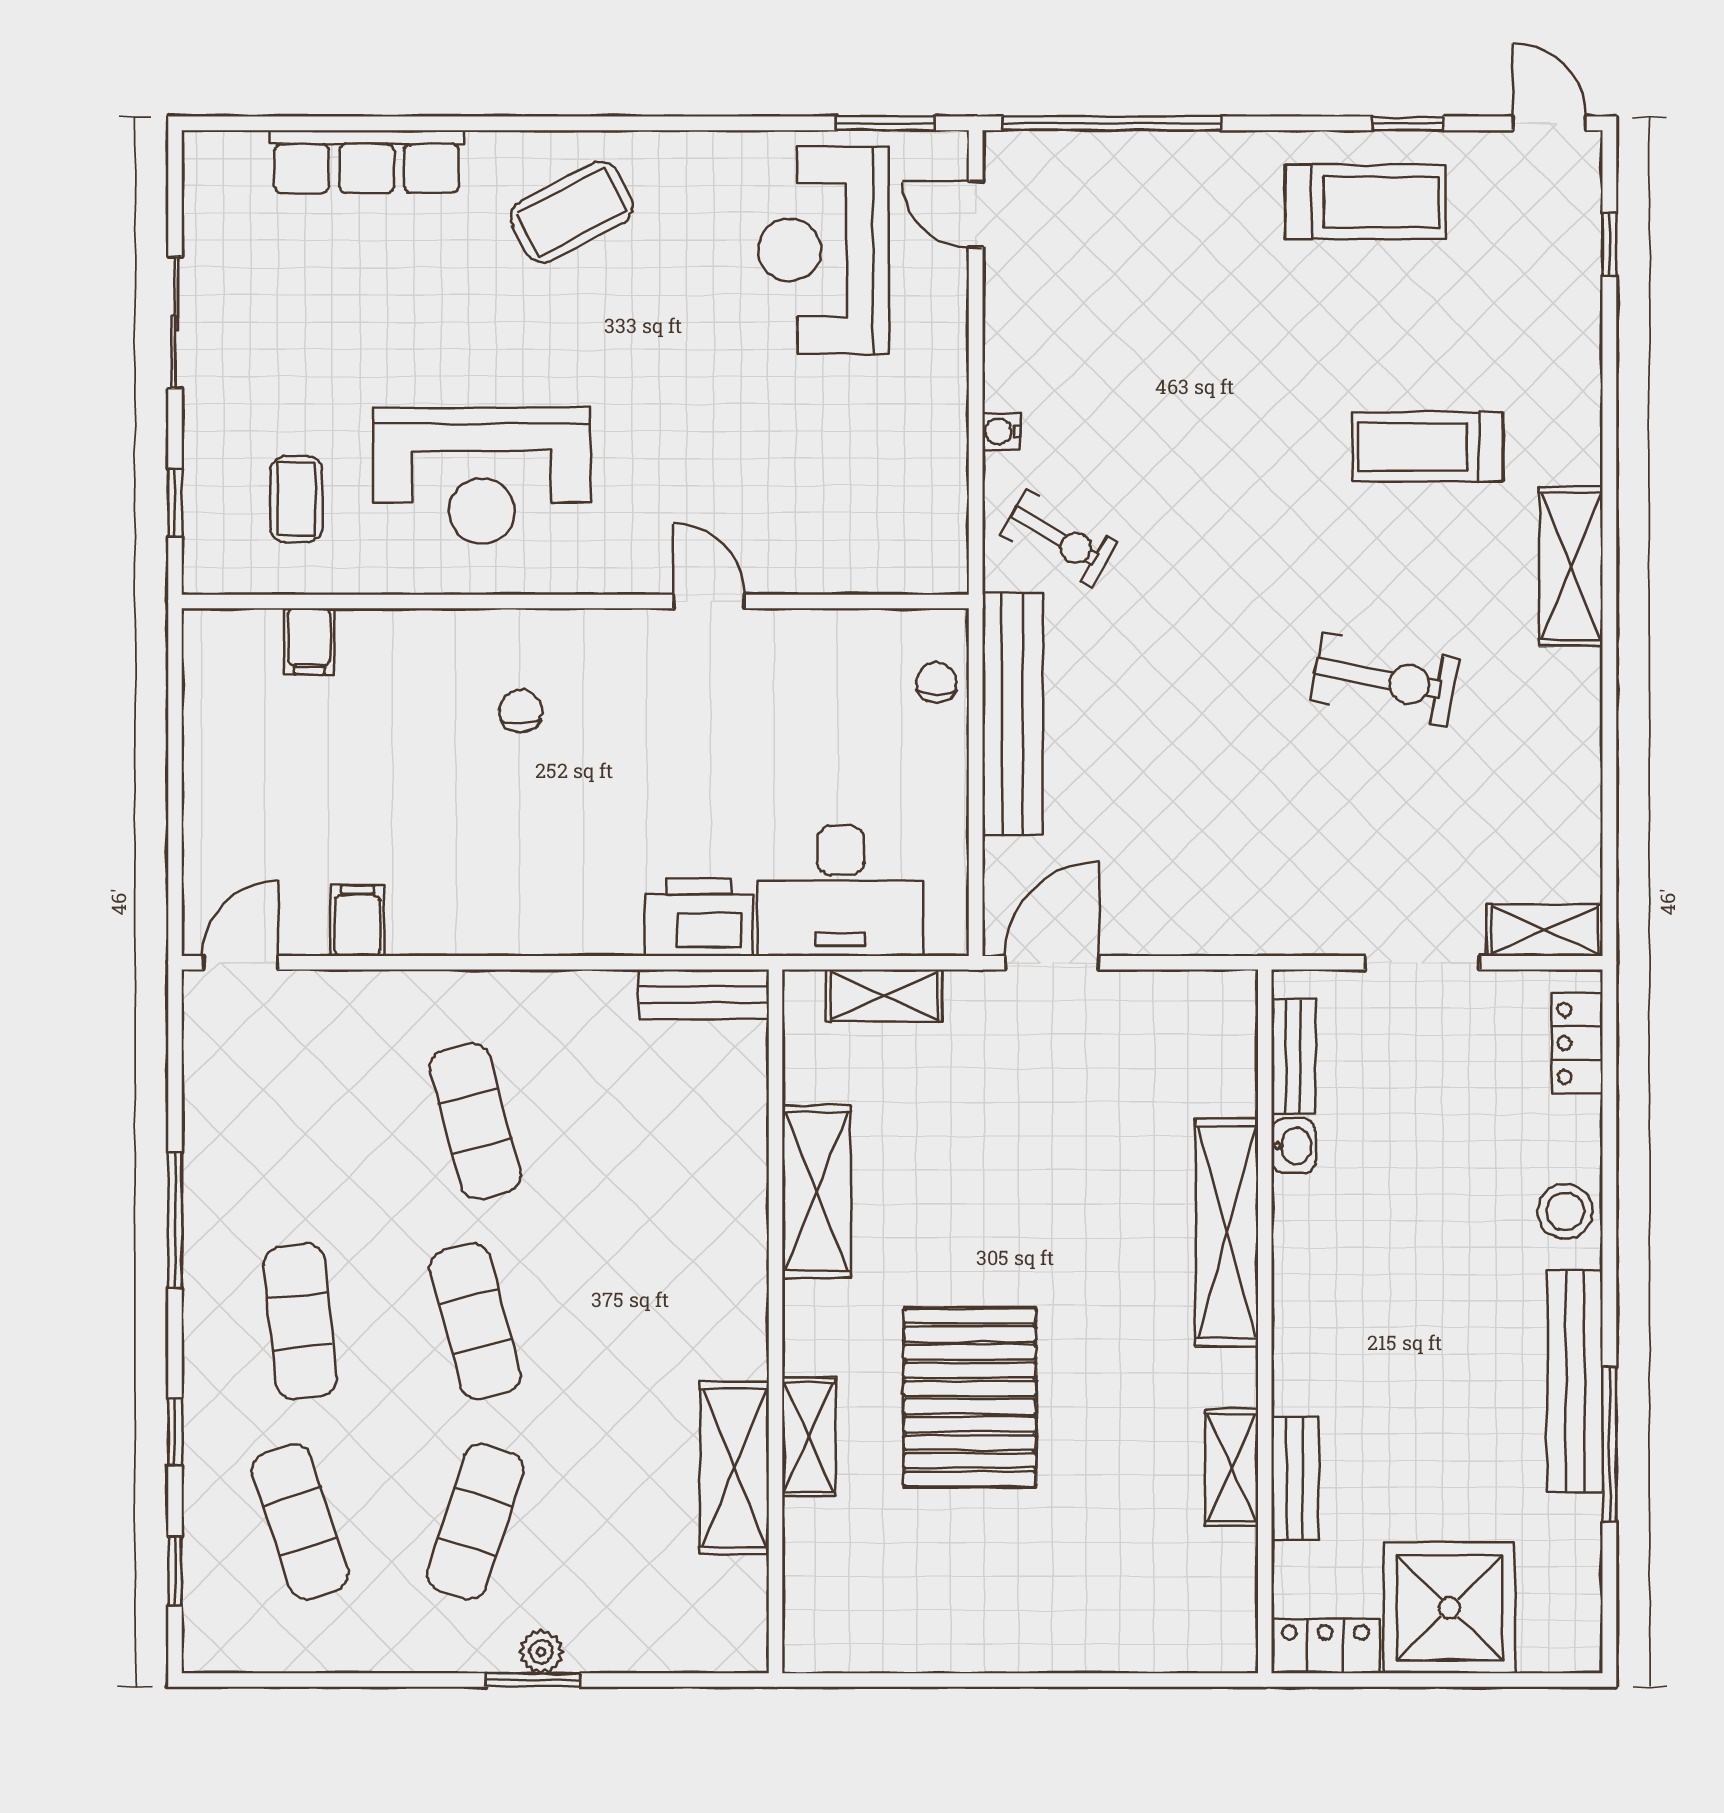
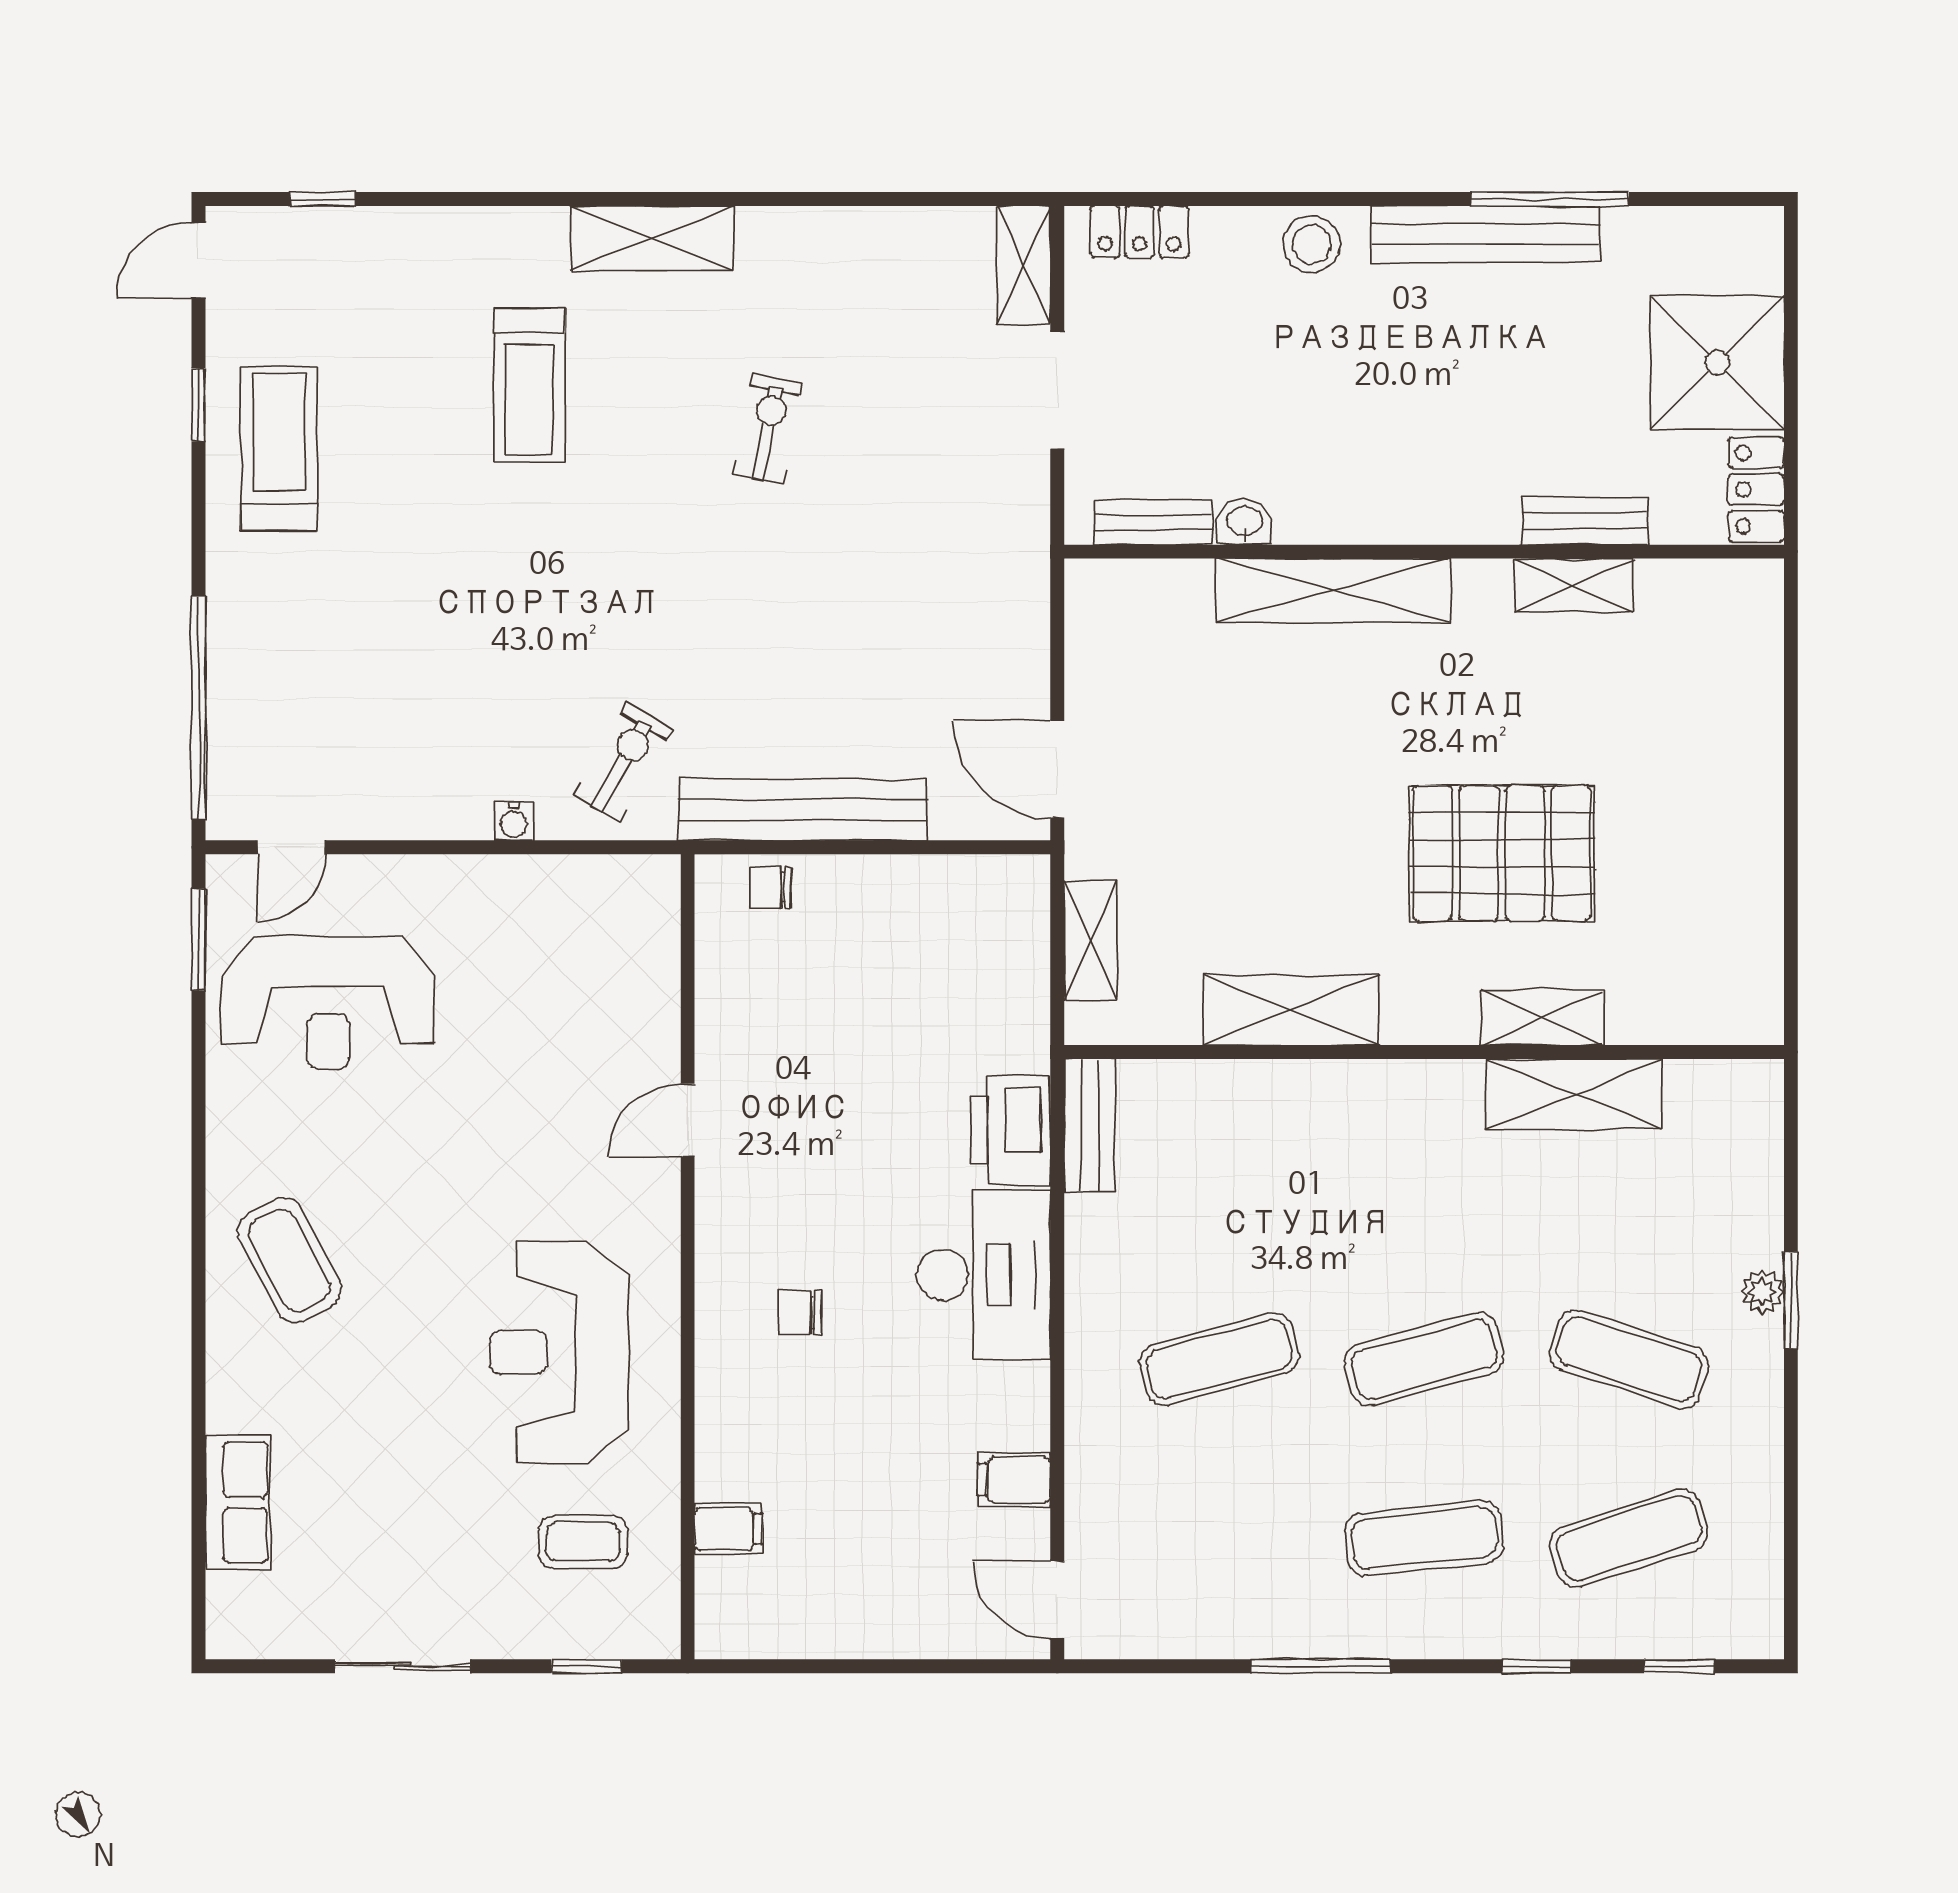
row of seats: (367, 162) -> (238, 1502), width x0.68
reception desk: (482, 476) -> (559, 1352), turned 180
exercise bike: (1385, 679) -> (767, 429), width x0.73, depth x0.72
desk: (841, 891) -> (984, 1275), moved

